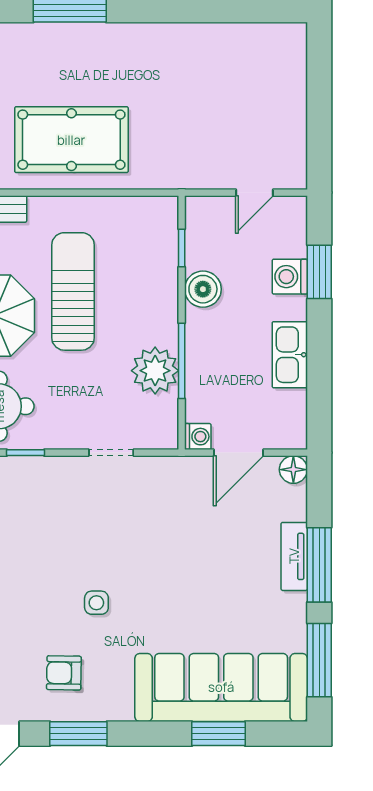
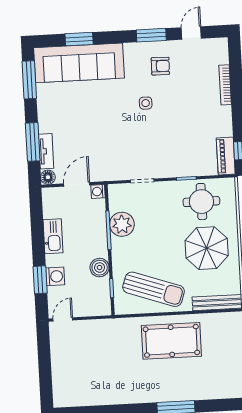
door: (254, 193) -> (63, 319), moved
sun lounger: (73, 291) -> (154, 289), moved, turned -71
tv unit: (294, 556) -> (46, 151), moved
window: (319, 565) -> (33, 142), moved

